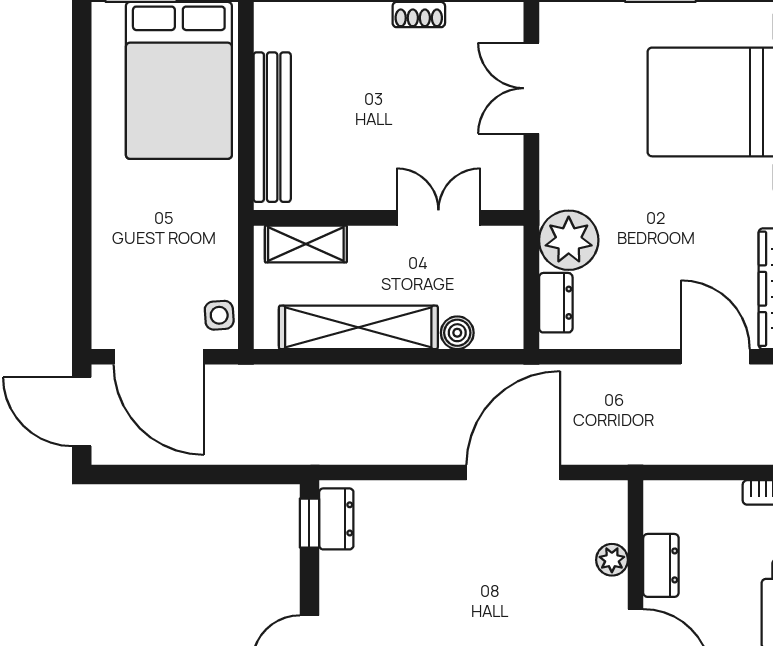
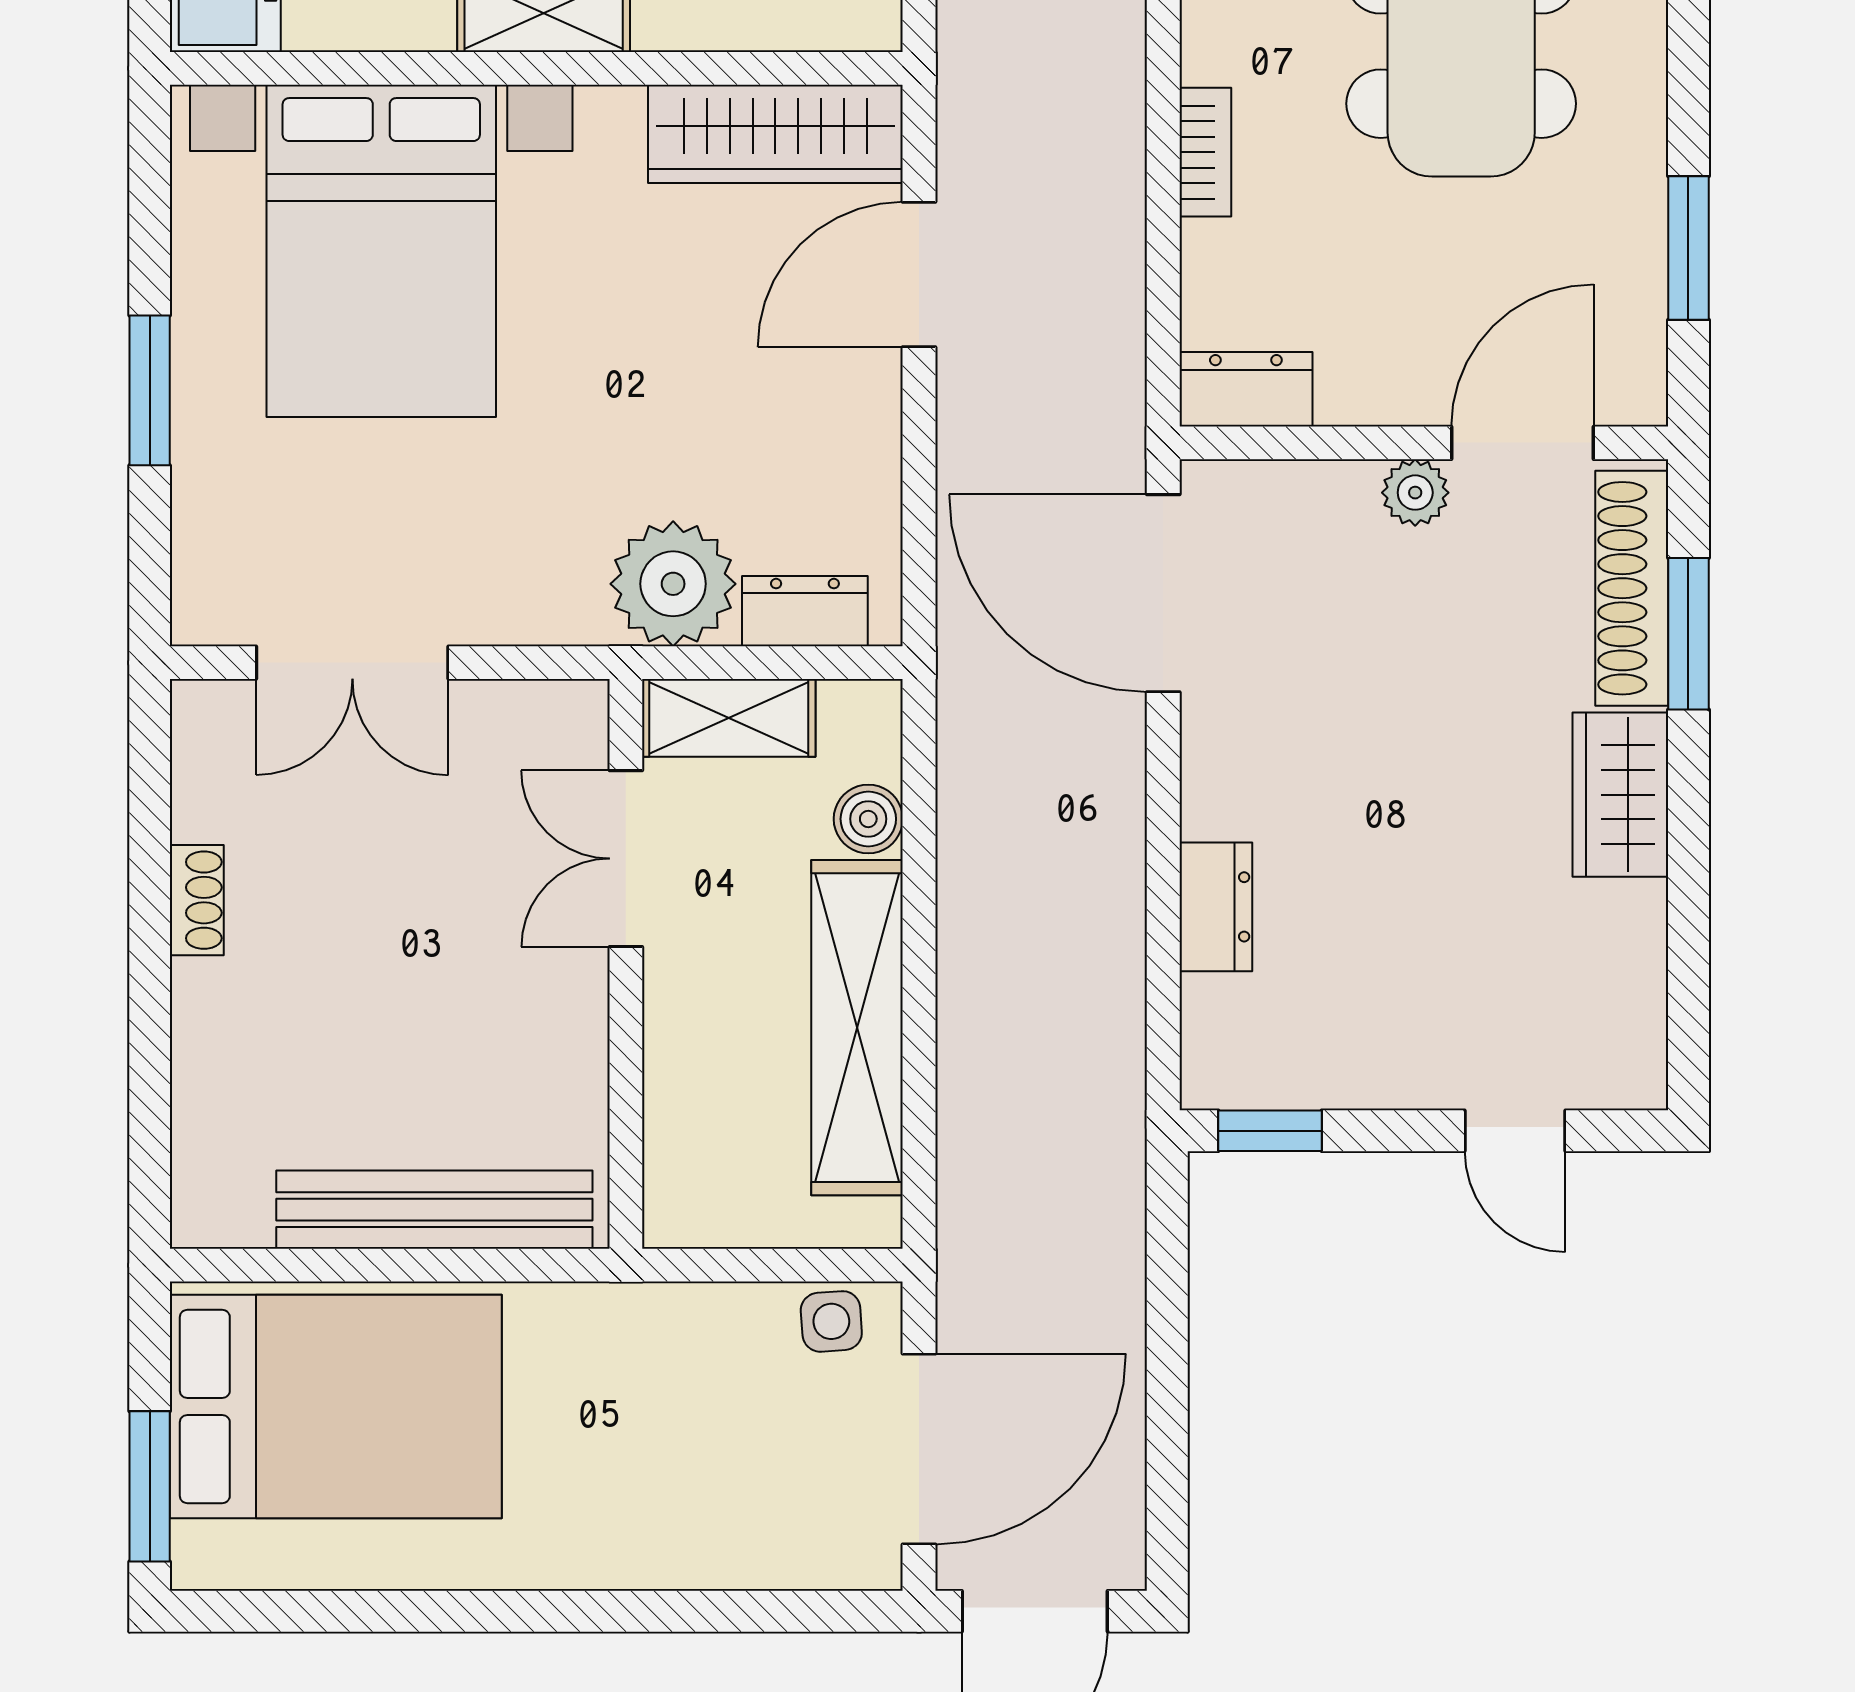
shelving: (306, 244) -> (729, 718), moved, turned 90
door: (513, 473) -> (1163, 593), moved
dresser: (336, 519) -> (1216, 907), moved, turned 90
plant: (612, 560) -> (1415, 493), moved
dresser: (661, 565) -> (1246, 389), moved

